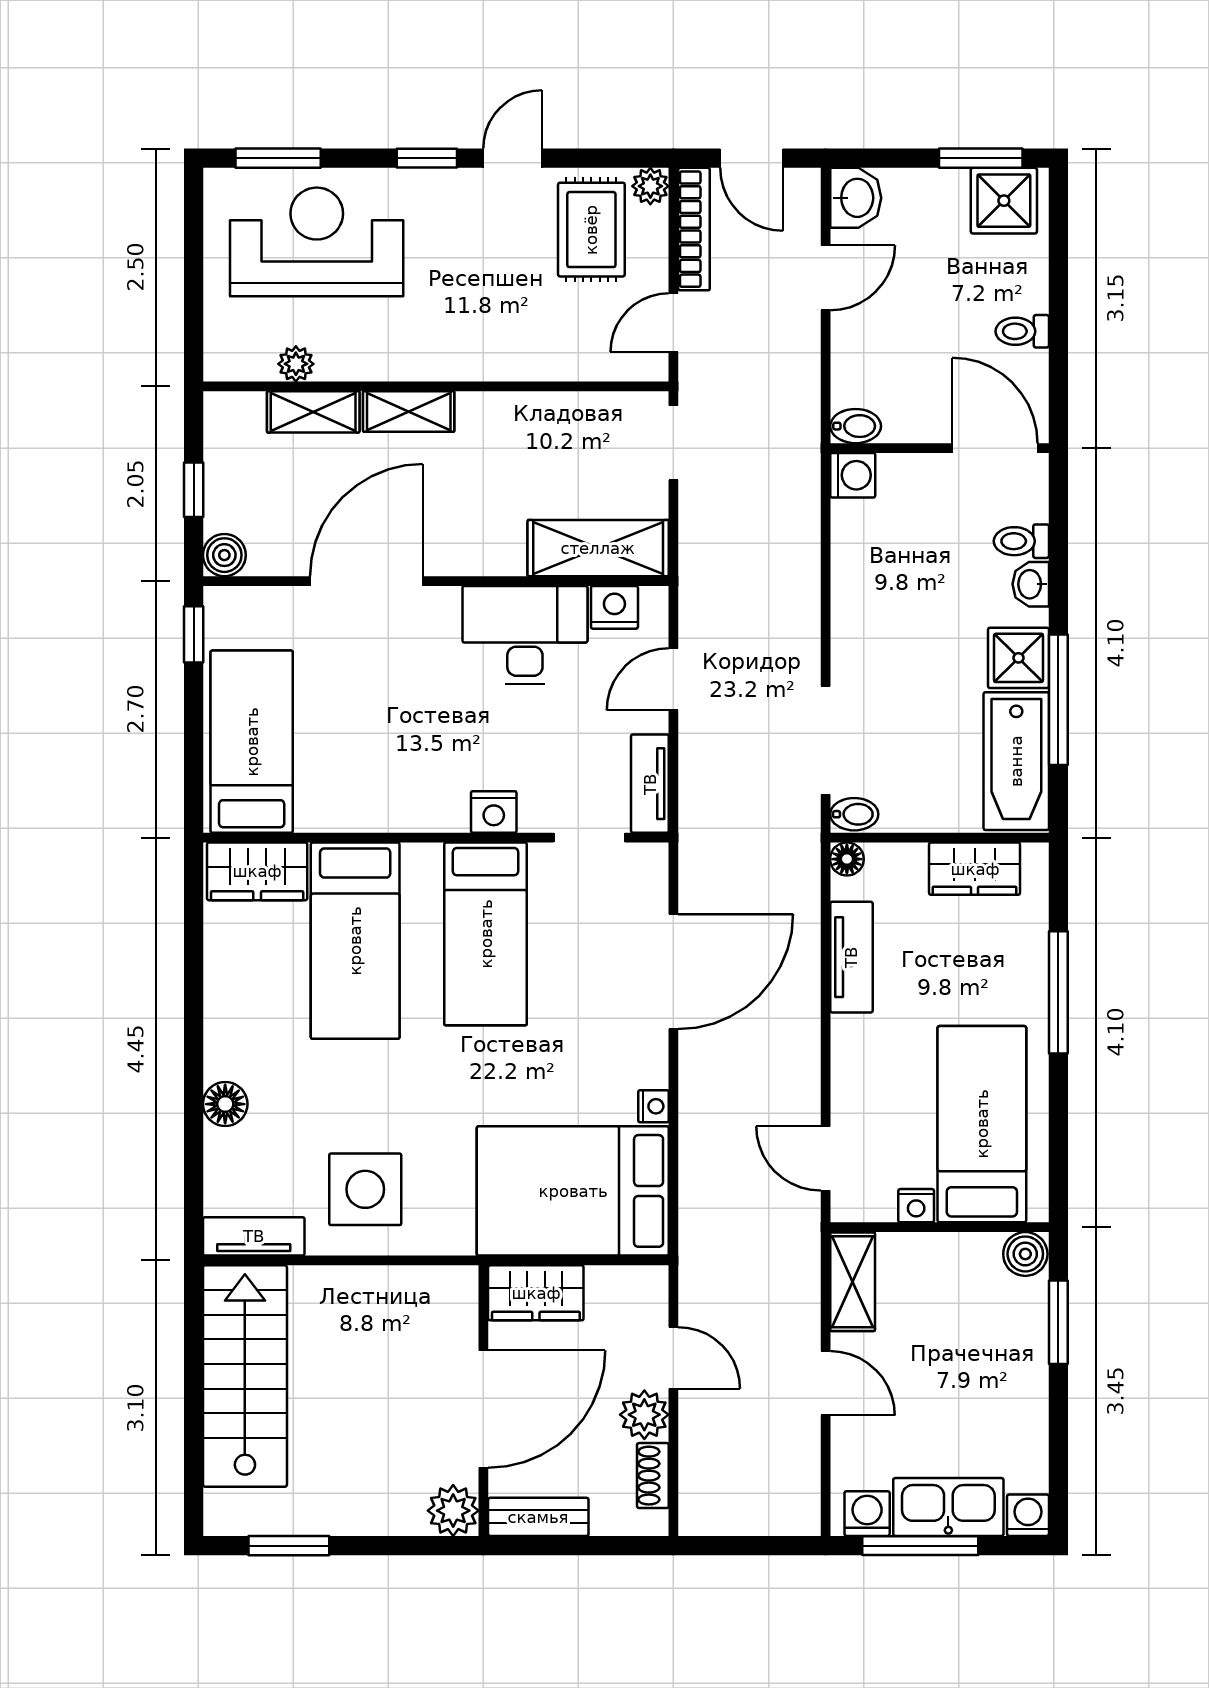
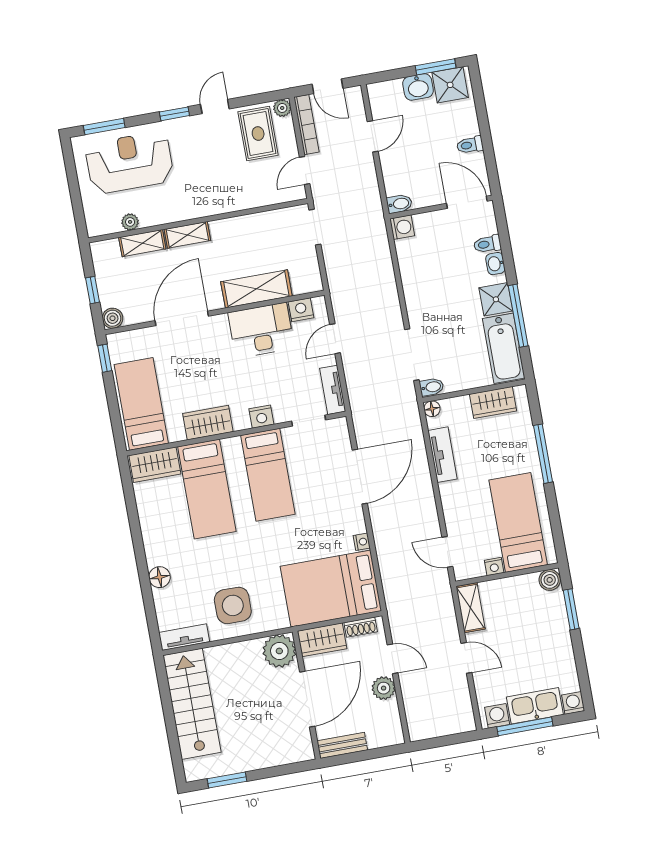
washbasin: (856, 198) -> (418, 87), moved, turned 90
shelving: (598, 548) -> (256, 289), moved
wardrobe: (382, 805) -> (208, 423), added
shoe rack: (653, 1476) -> (361, 627), moved, turned -90
plant: (453, 1511) -> (279, 651), moved, width x1.36, depth x1.36

